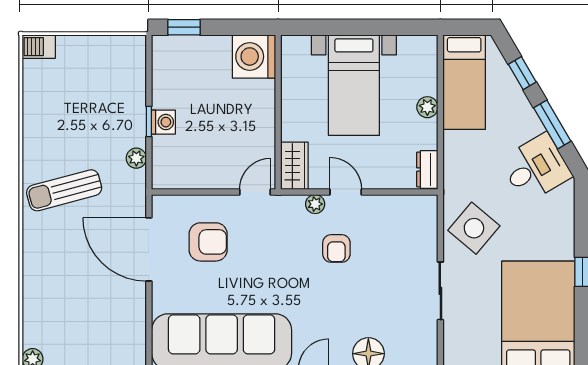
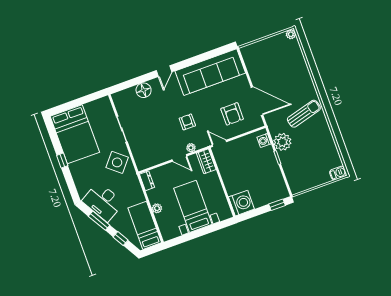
washing machine: (163, 122) -> (264, 141), moved
plant: (136, 158) -> (282, 142), width x1.87, depth x1.87
desk: (536, 168) -> (103, 202), width x1.37
door: (255, 192) -> (219, 143), swing flipped
armchair: (208, 242) -> (232, 114), turned -90
armchair: (336, 248) -> (187, 122), moved

